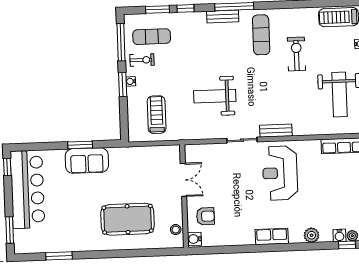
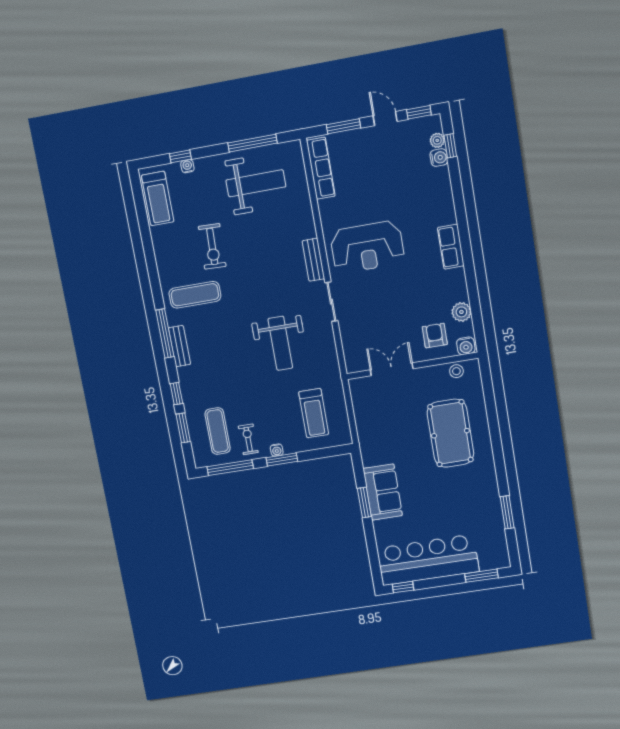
exercise bike: (296, 54) -> (212, 246), turned -88
treadmill: (157, 115) -> (314, 413), turned -90
plant: (311, 235) -> (461, 312), moved

